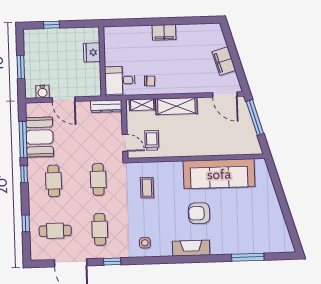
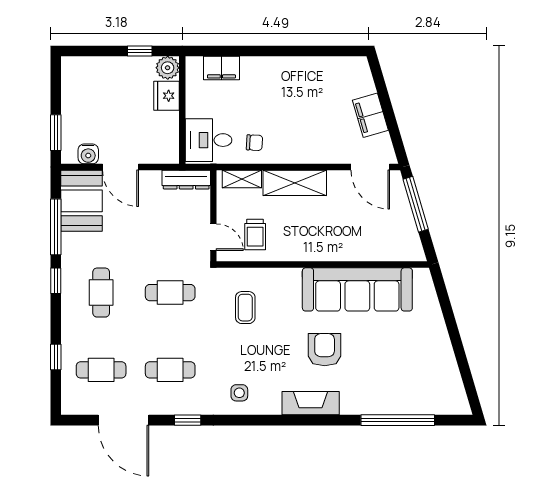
window: (51, 25) -> (140, 51), moved
filing cabinet: (164, 32) -> (221, 68), moved
plant: (92, 34) -> (168, 68), added
window: (21, 67) -> (56, 133), moved
booth: (40, 137) -> (82, 201), moved
trolley: (152, 140) -> (255, 235), turned 180
cafe table: (98, 179) -> (170, 293), turned 90
armchair: (199, 213) -> (325, 350), turned 90
cafe table: (100, 229) -> (170, 370), turned 90
window: (248, 257) -> (398, 420), width x1.46

